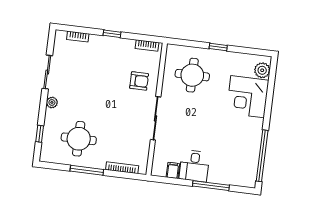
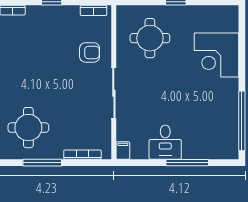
plant: (262, 70) -> (230, 22), removed
filing cabinet: (173, 170) -> (123, 151), moved

